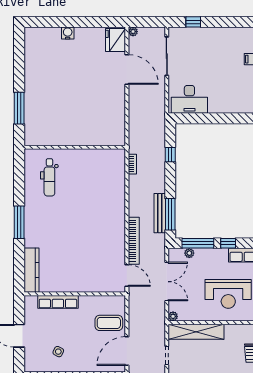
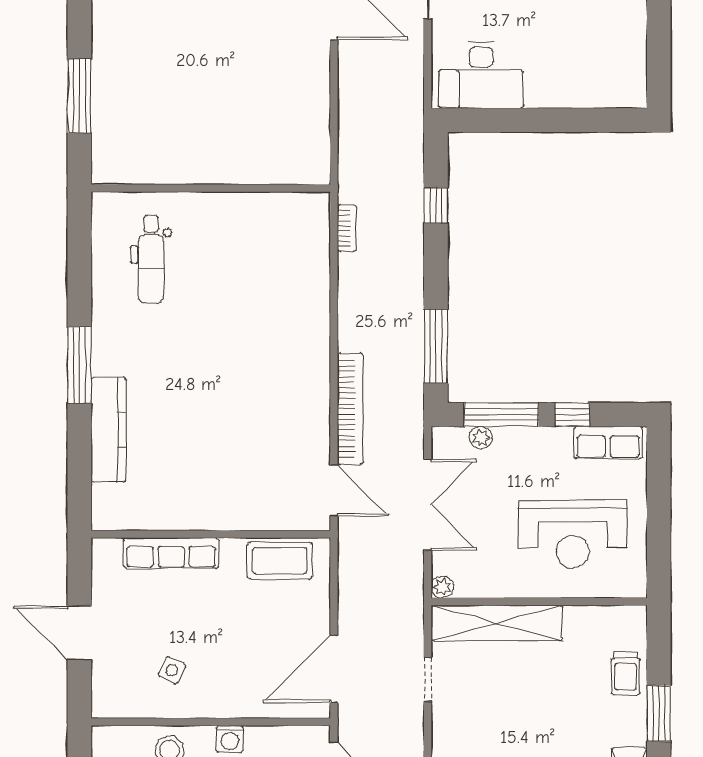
bench: (160, 213) -> (411, 344), removed
kitchen counter: (31, 270) -> (109, 430), moved
coffee table: (109, 323) -> (280, 561), moved

